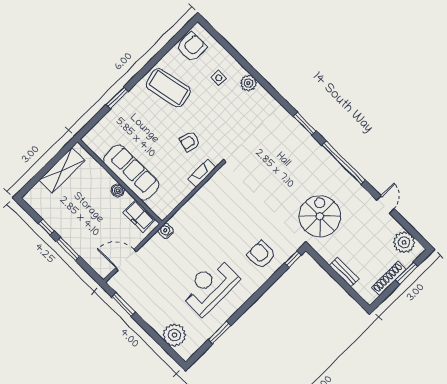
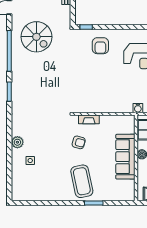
armchair: (192, 47) -> (28, 191), removed
coffee table: (168, 88) -> (82, 181), moved
spiral stairs: (320, 216) -> (36, 37), moved, turned -90

